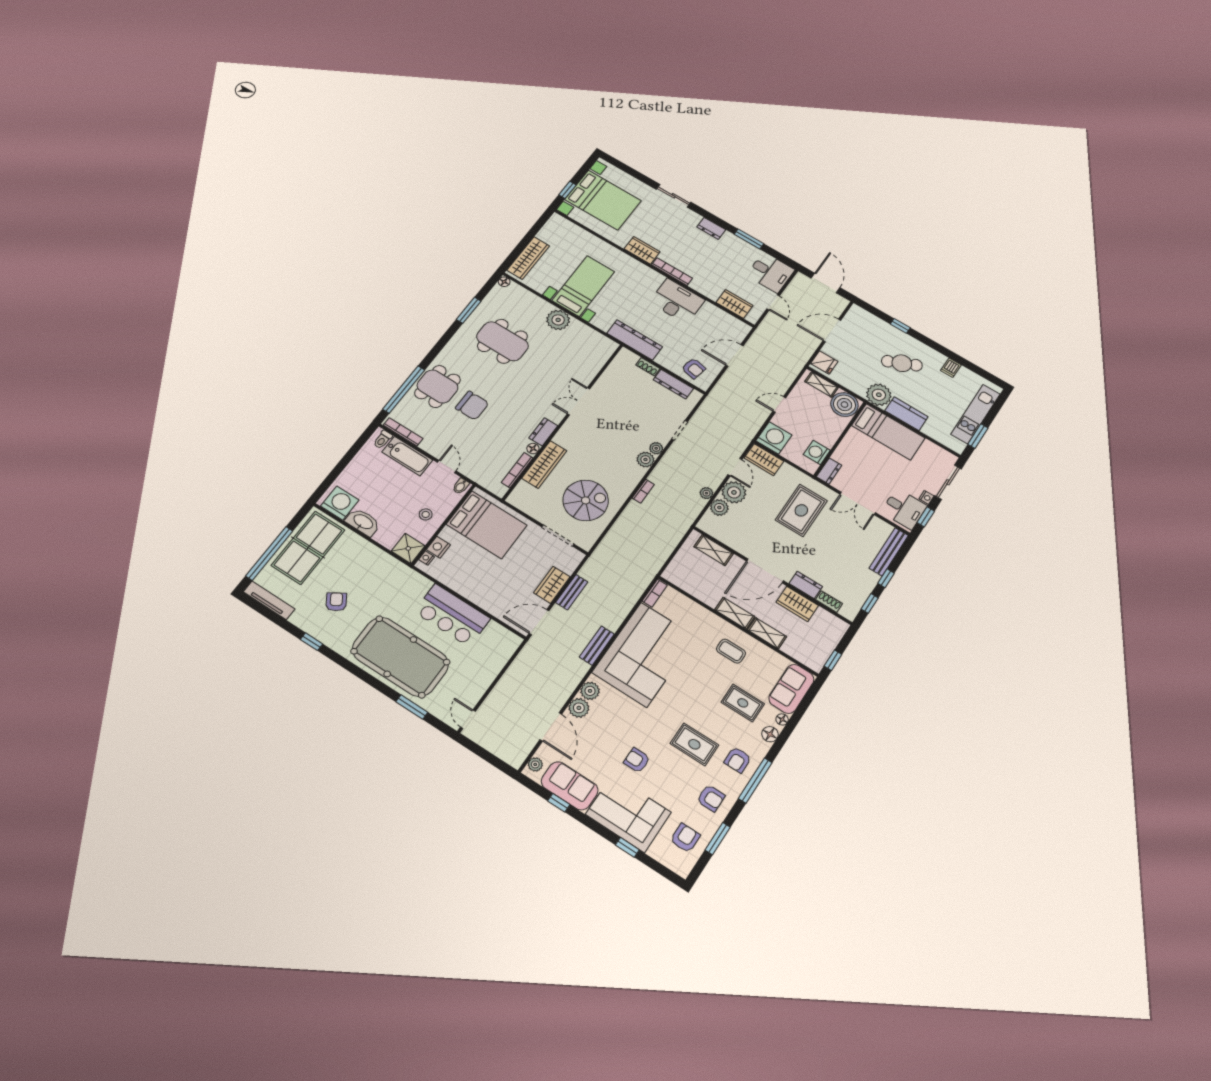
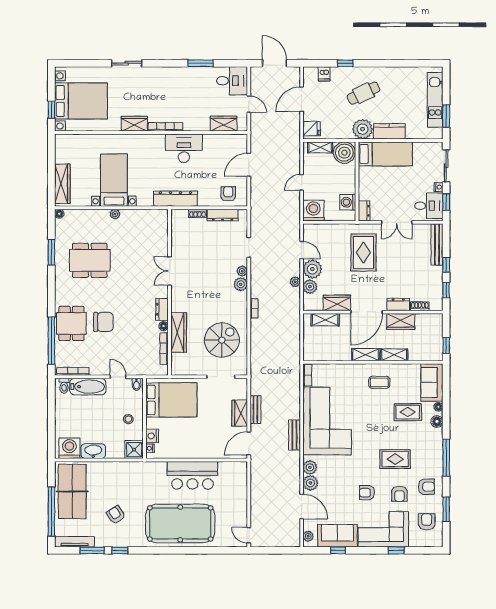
dresser: (711, 228) -> (169, 72), removed
plant: (558, 320) -> (115, 214), width x0.53, depth x0.53
armchair: (694, 368) -> (228, 194), turned -101
dishwasher: (951, 368) -> (324, 74), moved
wardrobe: (764, 460) -> (337, 303), moved, turned 180
window: (412, 707) -> (92, 550), moved
armchair: (738, 760) -> (399, 494), moved

